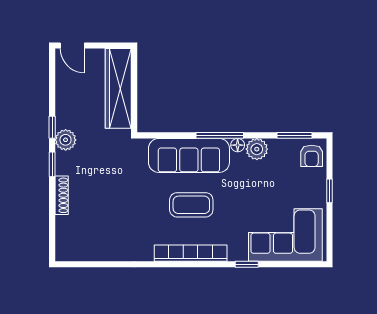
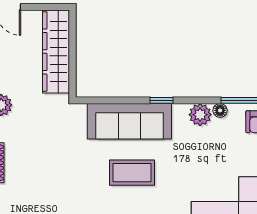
window: (220, 135) -> (162, 100), width x0.46
floor lamp: (238, 145) -> (220, 110), moved

